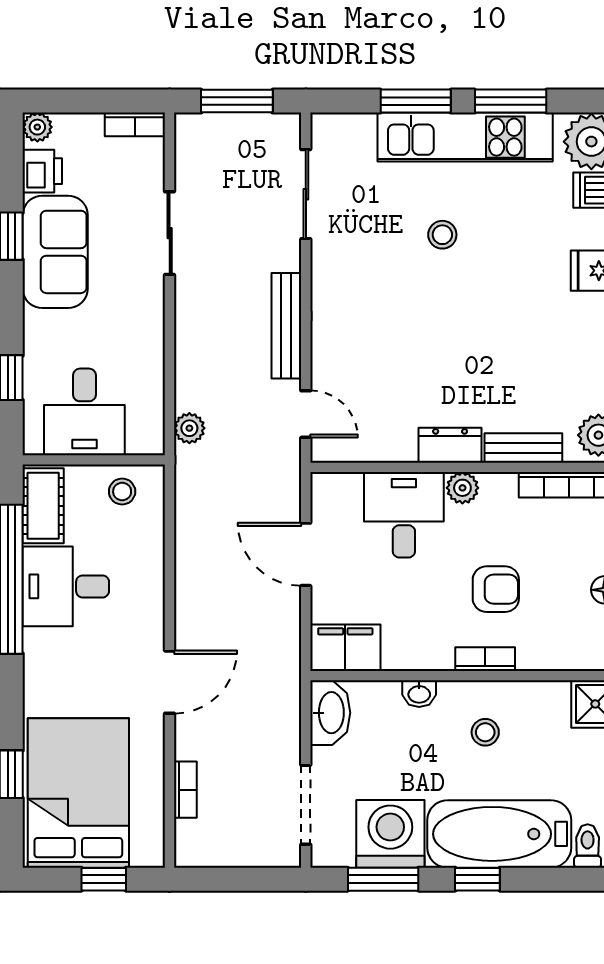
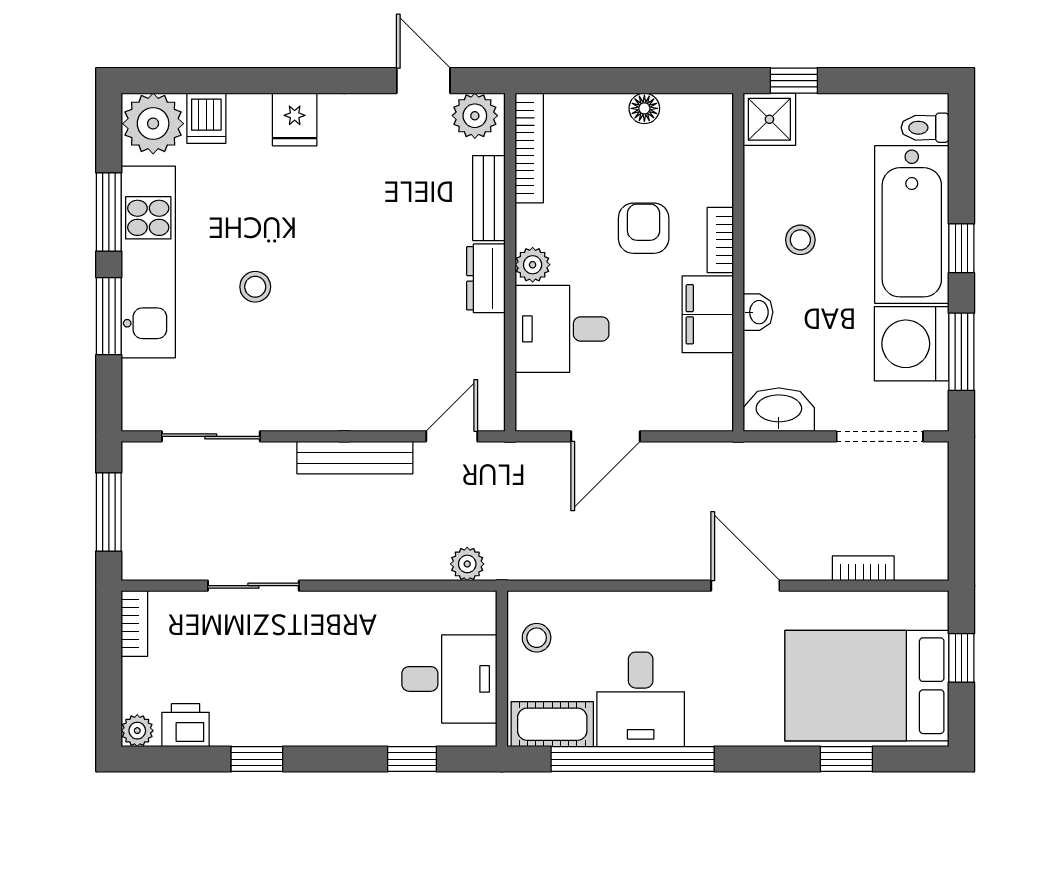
sofa: (55, 252) -> (274, 711), removed
filing cabinet: (345, 648) -> (708, 314), moved

